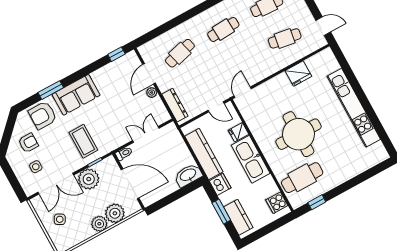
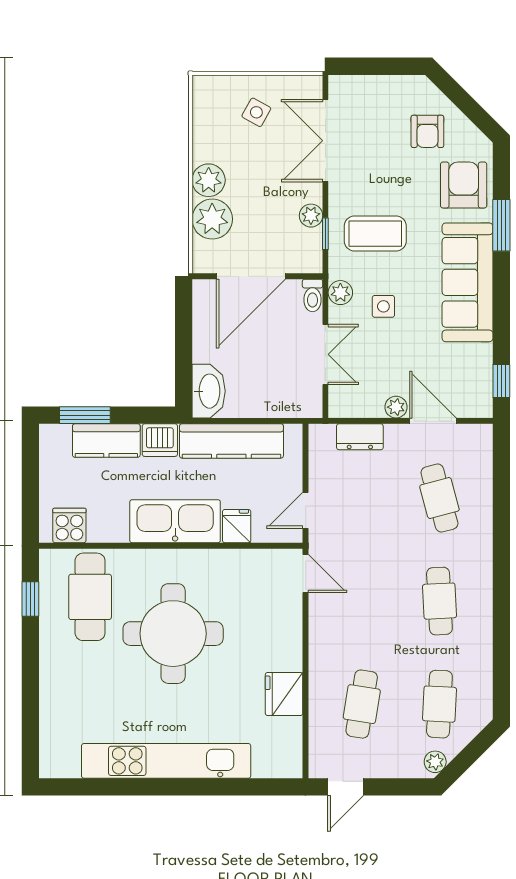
sofa: (76, 95) -> (468, 282), width x1.36
dresser: (175, 105) -> (360, 437), width x0.70
plant: (116, 142) -> (340, 293), added
side table: (36, 167) -> (383, 306), moved
plant: (89, 179) -> (311, 216), width x0.53, depth x0.53
window: (221, 212) -> (85, 415), moved
kitchen counter: (238, 217) -> (106, 441), moved

